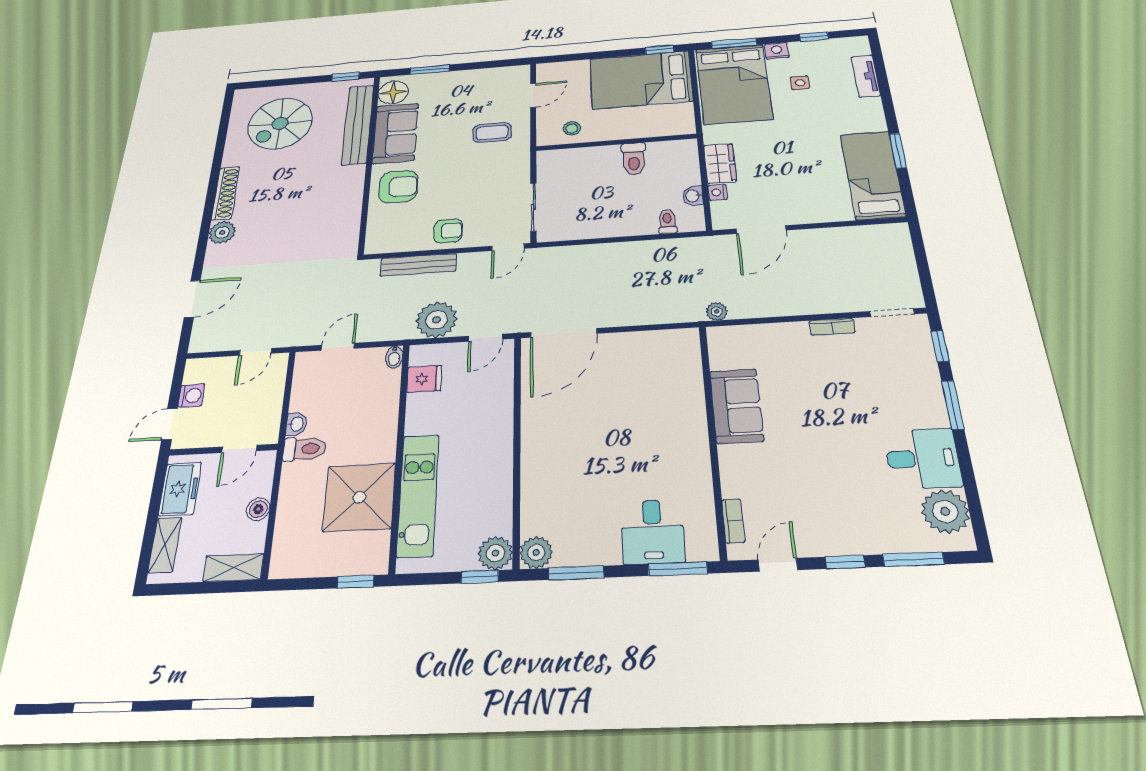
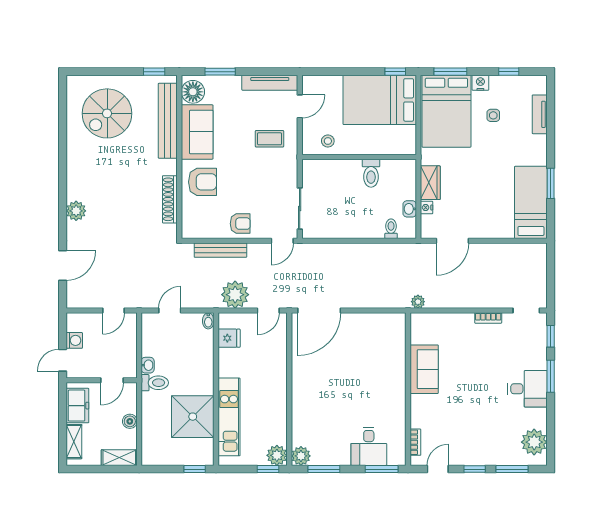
tv unit: (494, 75) -> (270, 83), added
shoe rack: (226, 193) -> (170, 199), moved, turned 180
desk: (923, 458) -> (527, 389), moved

